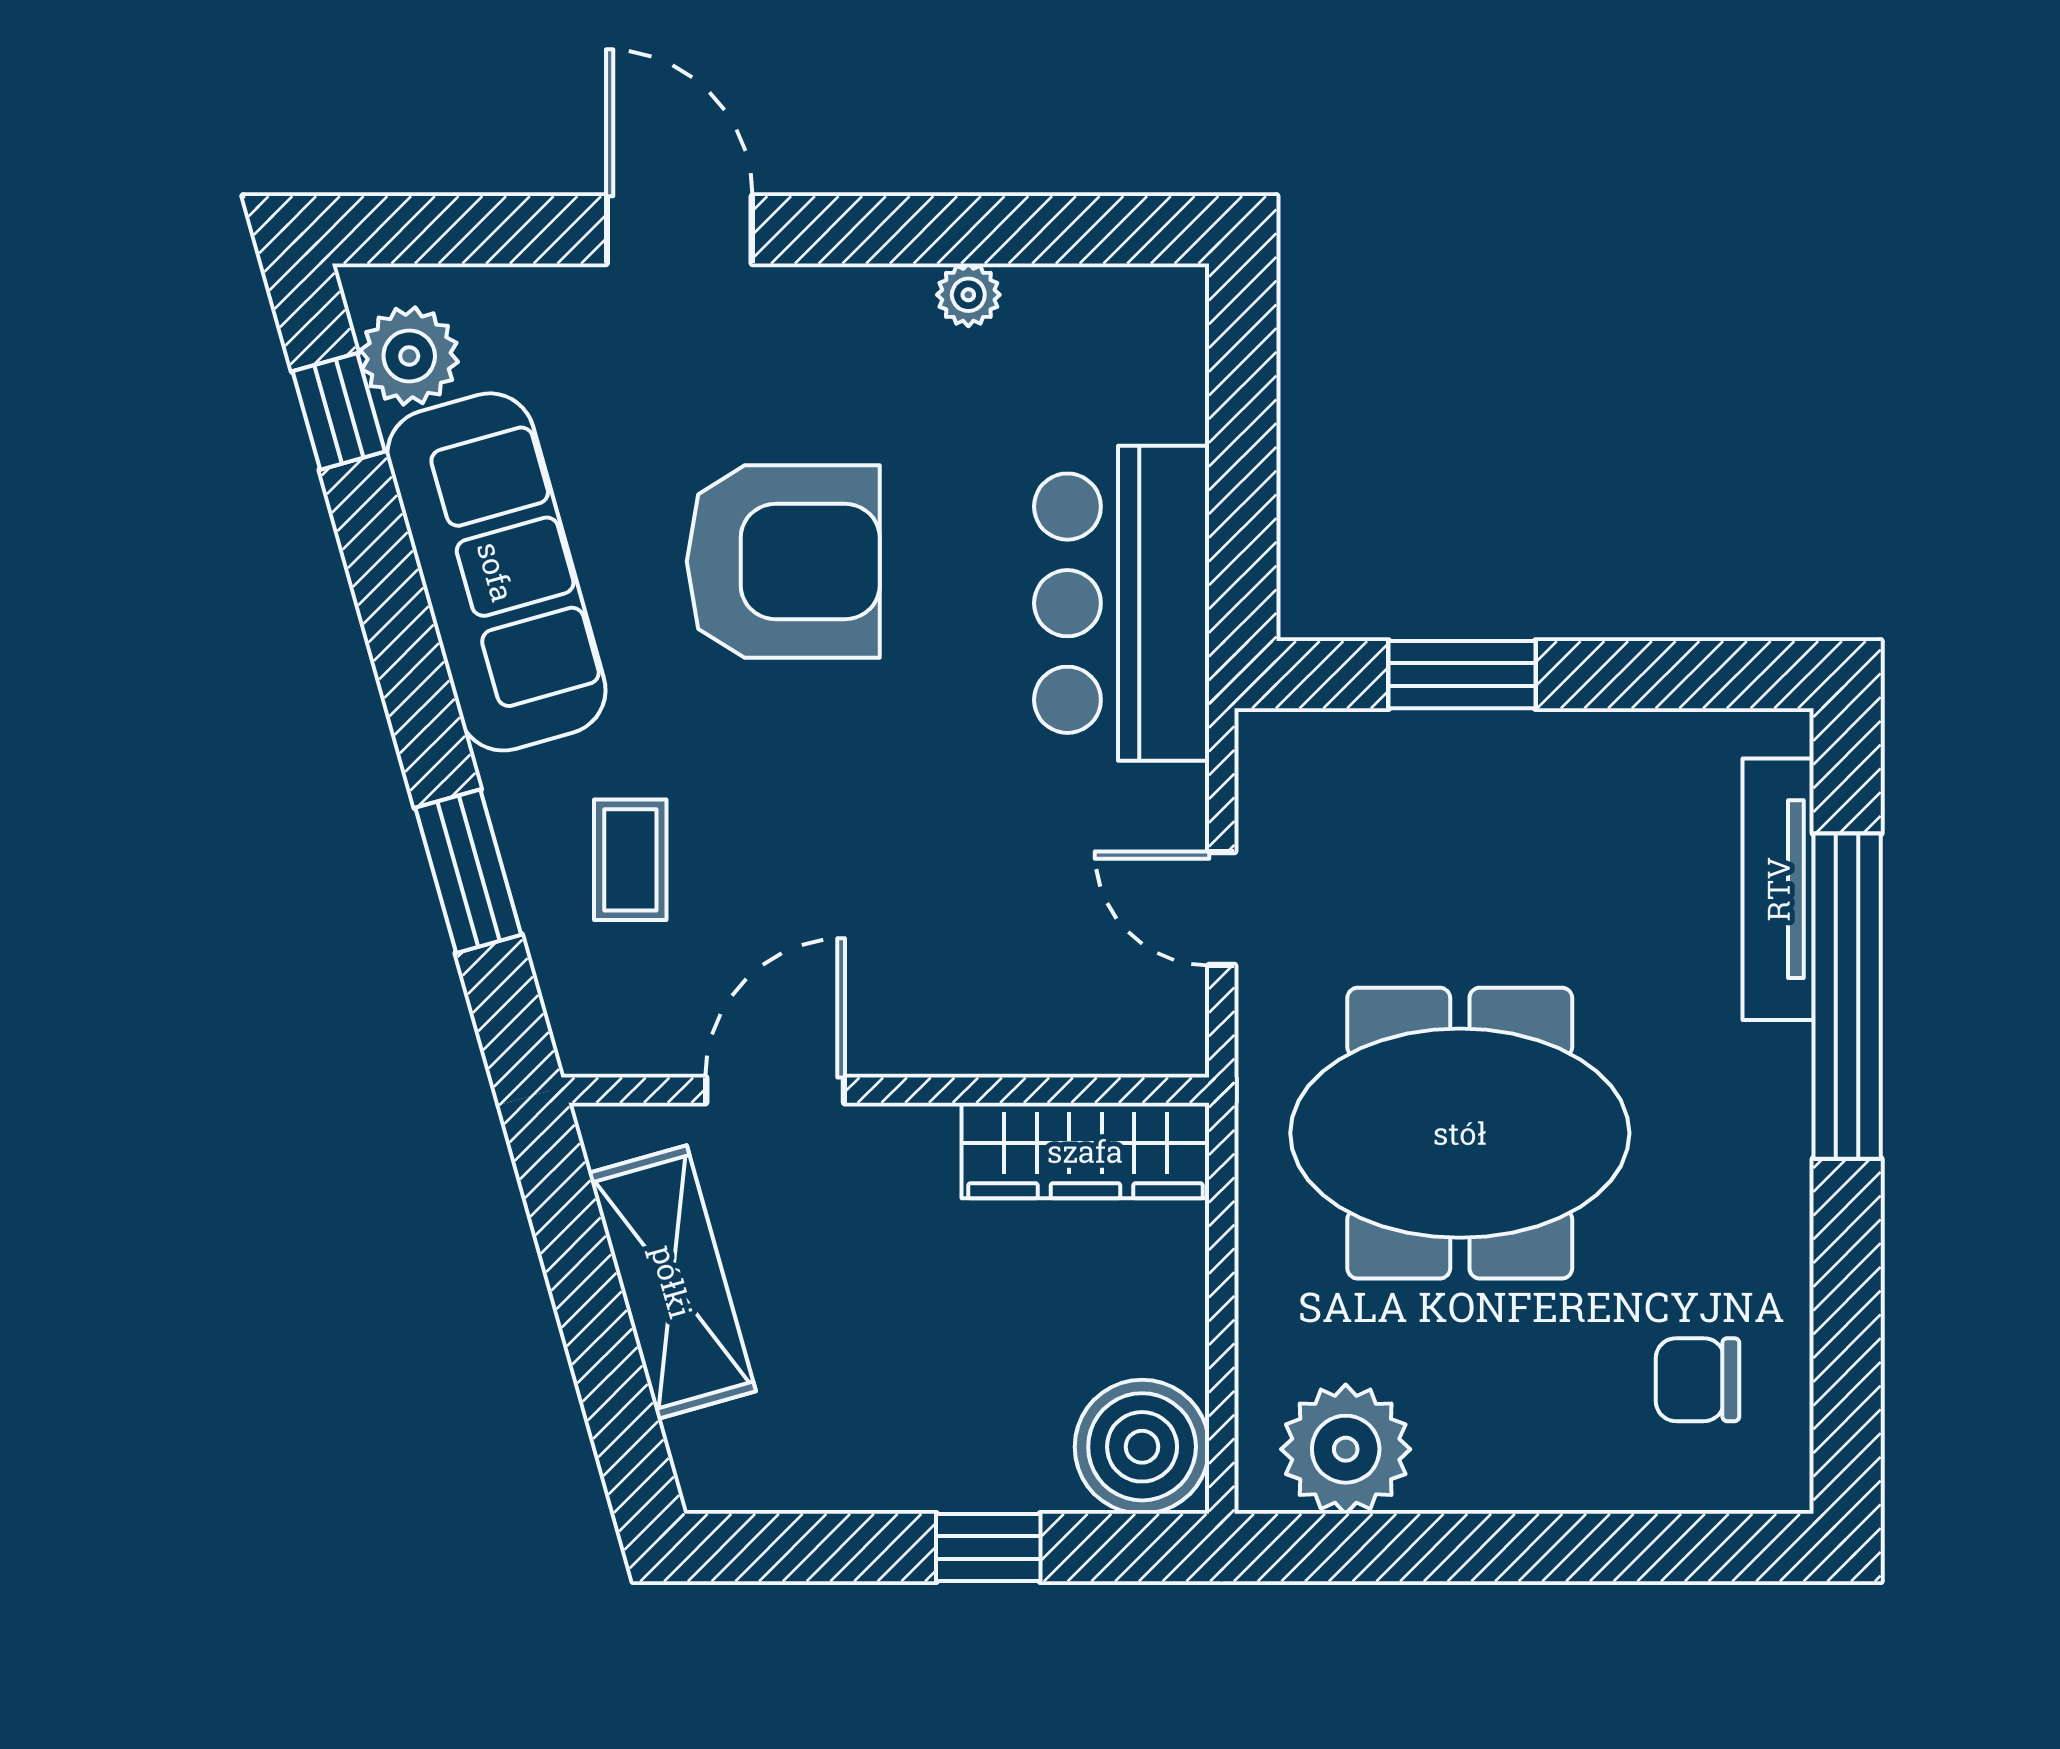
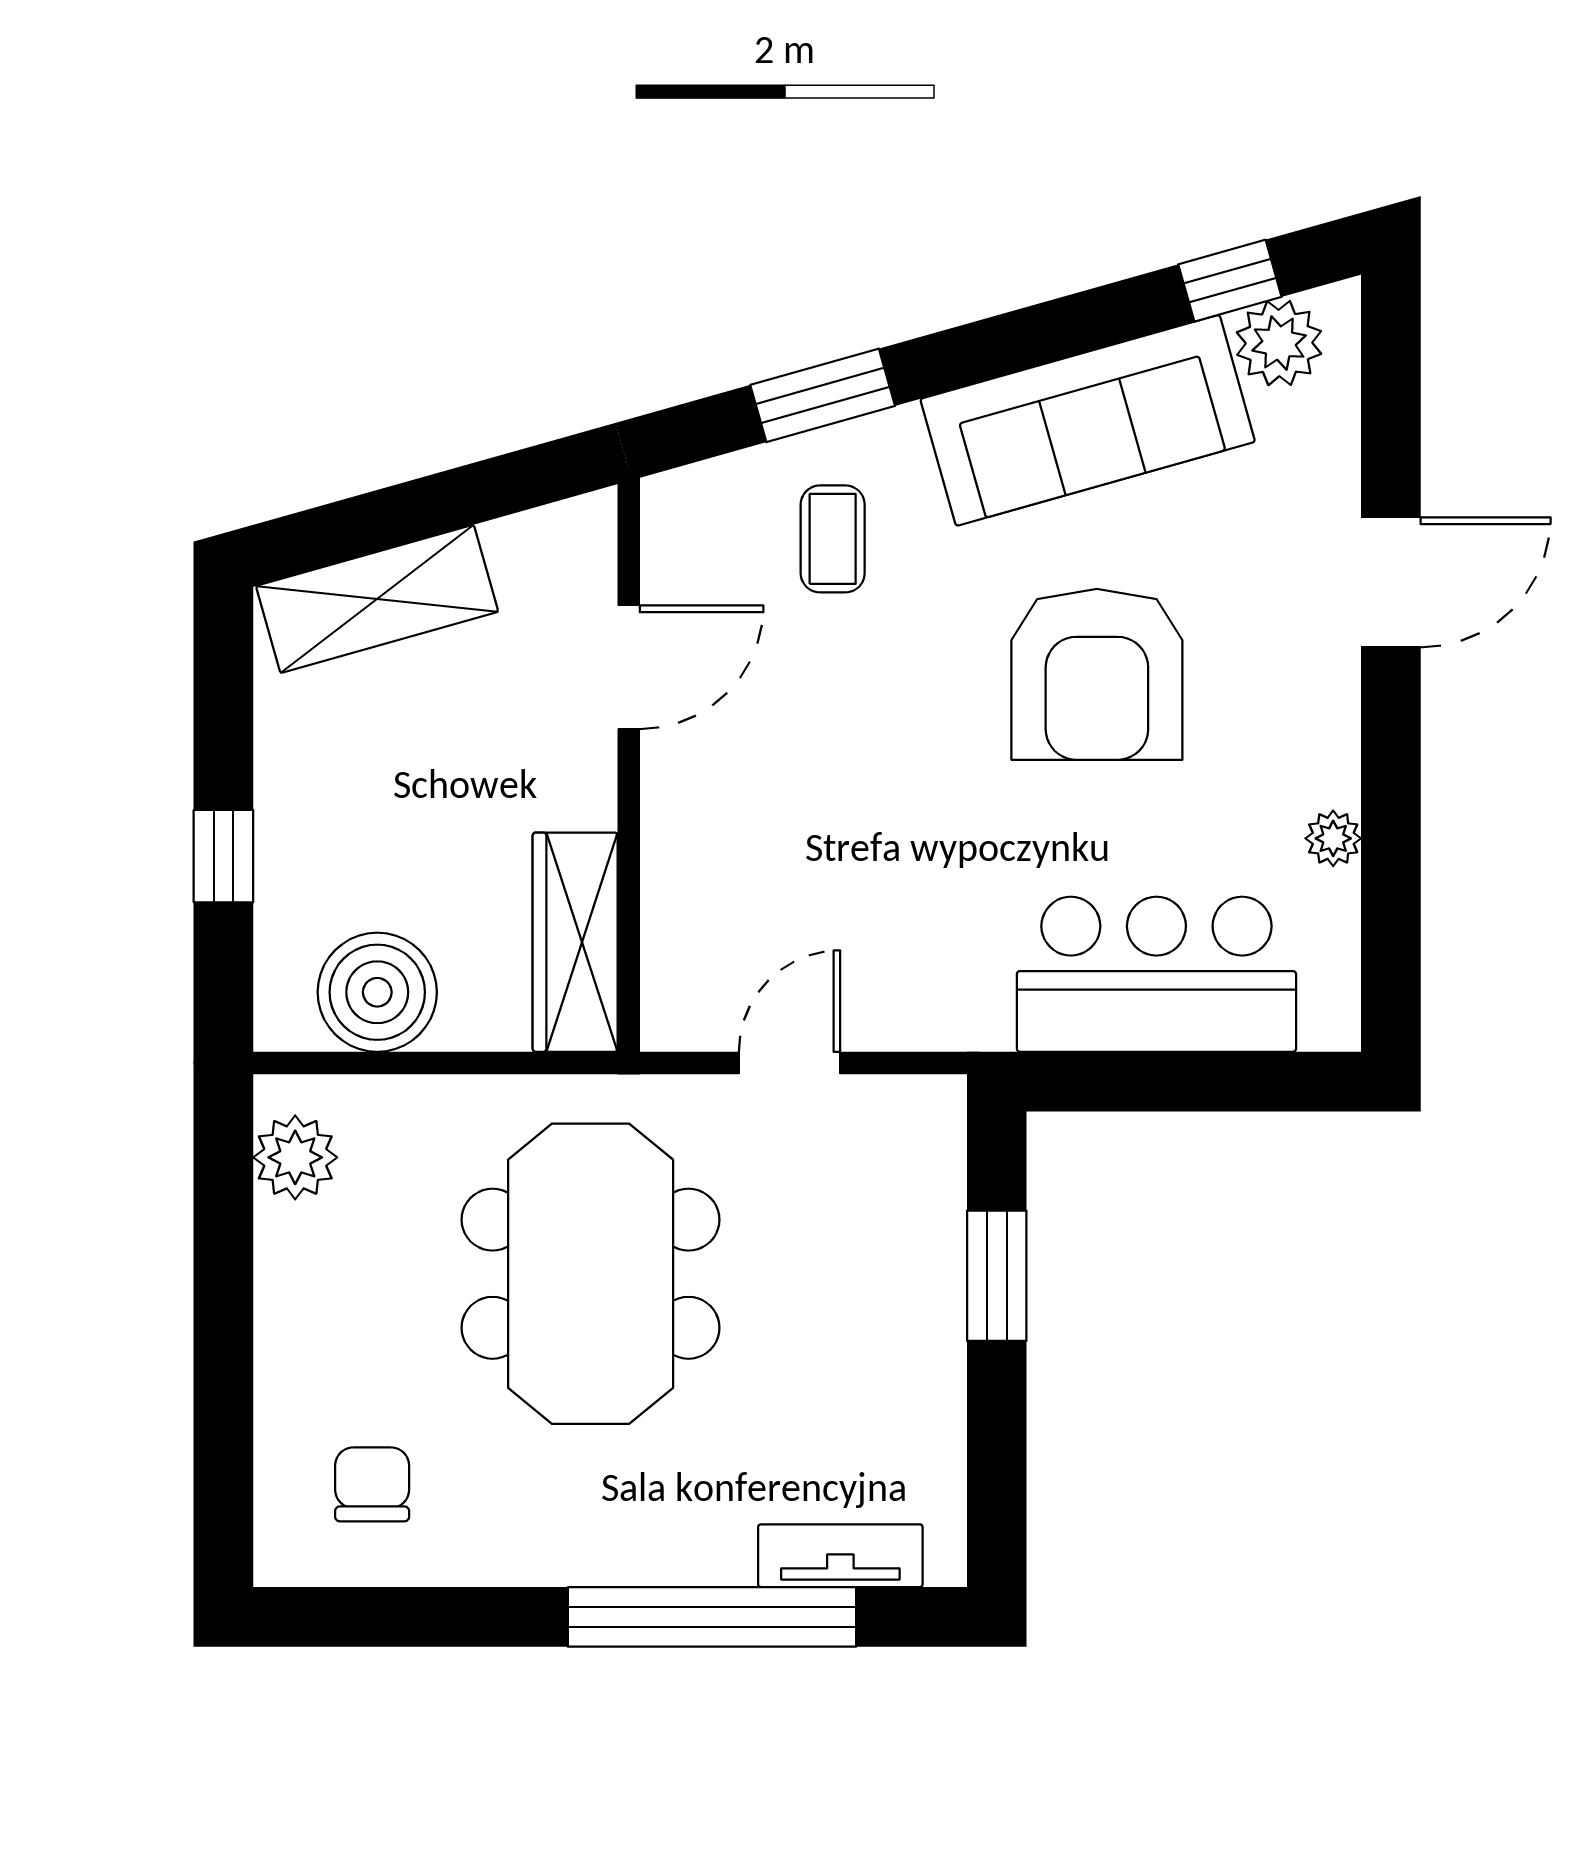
bar counter: (1122, 603) -> (1156, 974), moved
coffee table: (630, 860) -> (833, 539), turned 90
tv unit: (1778, 889) -> (840, 1556), width x0.71
door: (775, 1090) -> (629, 667), hinge flipped
shelving: (672, 1282) -> (377, 599), moved
boiler: (1142, 1447) -> (377, 992), moved
plant: (1346, 1449) -> (295, 1157), width x0.73, depth x0.73

